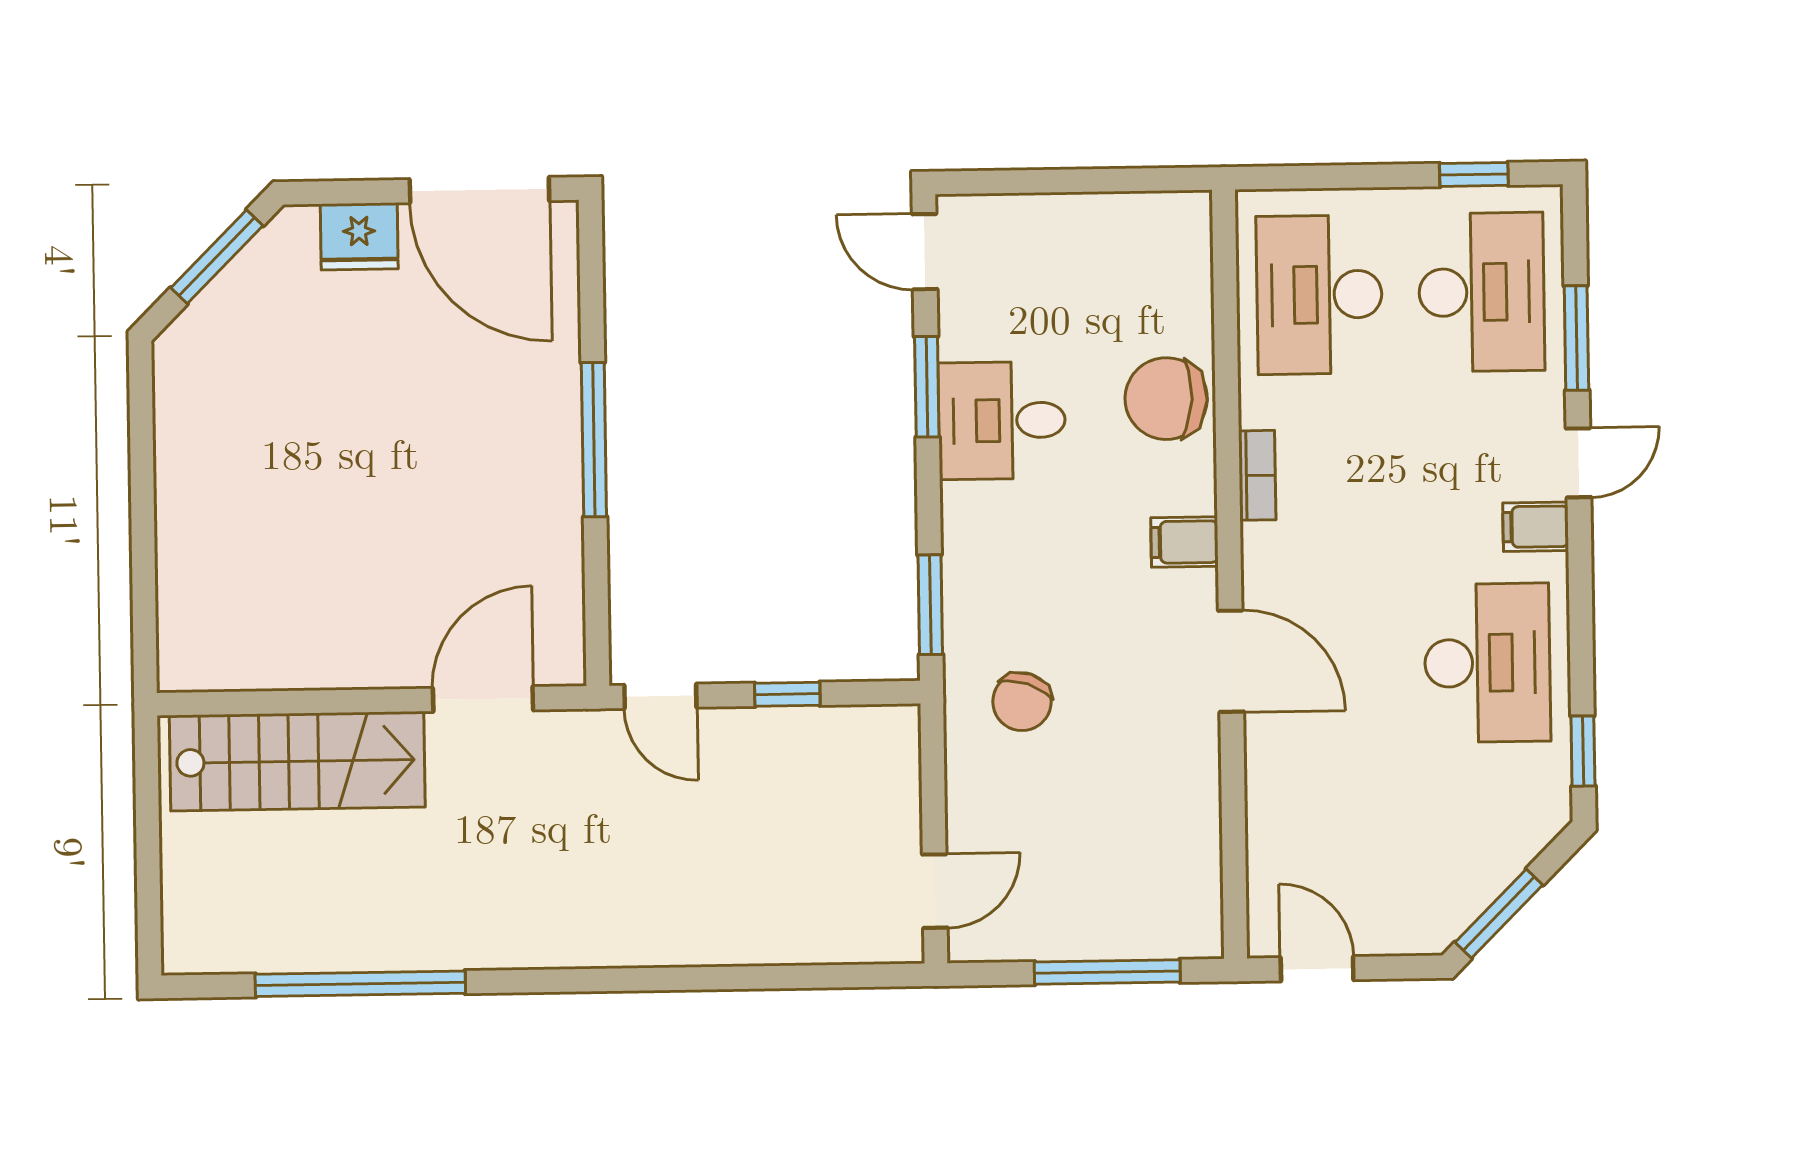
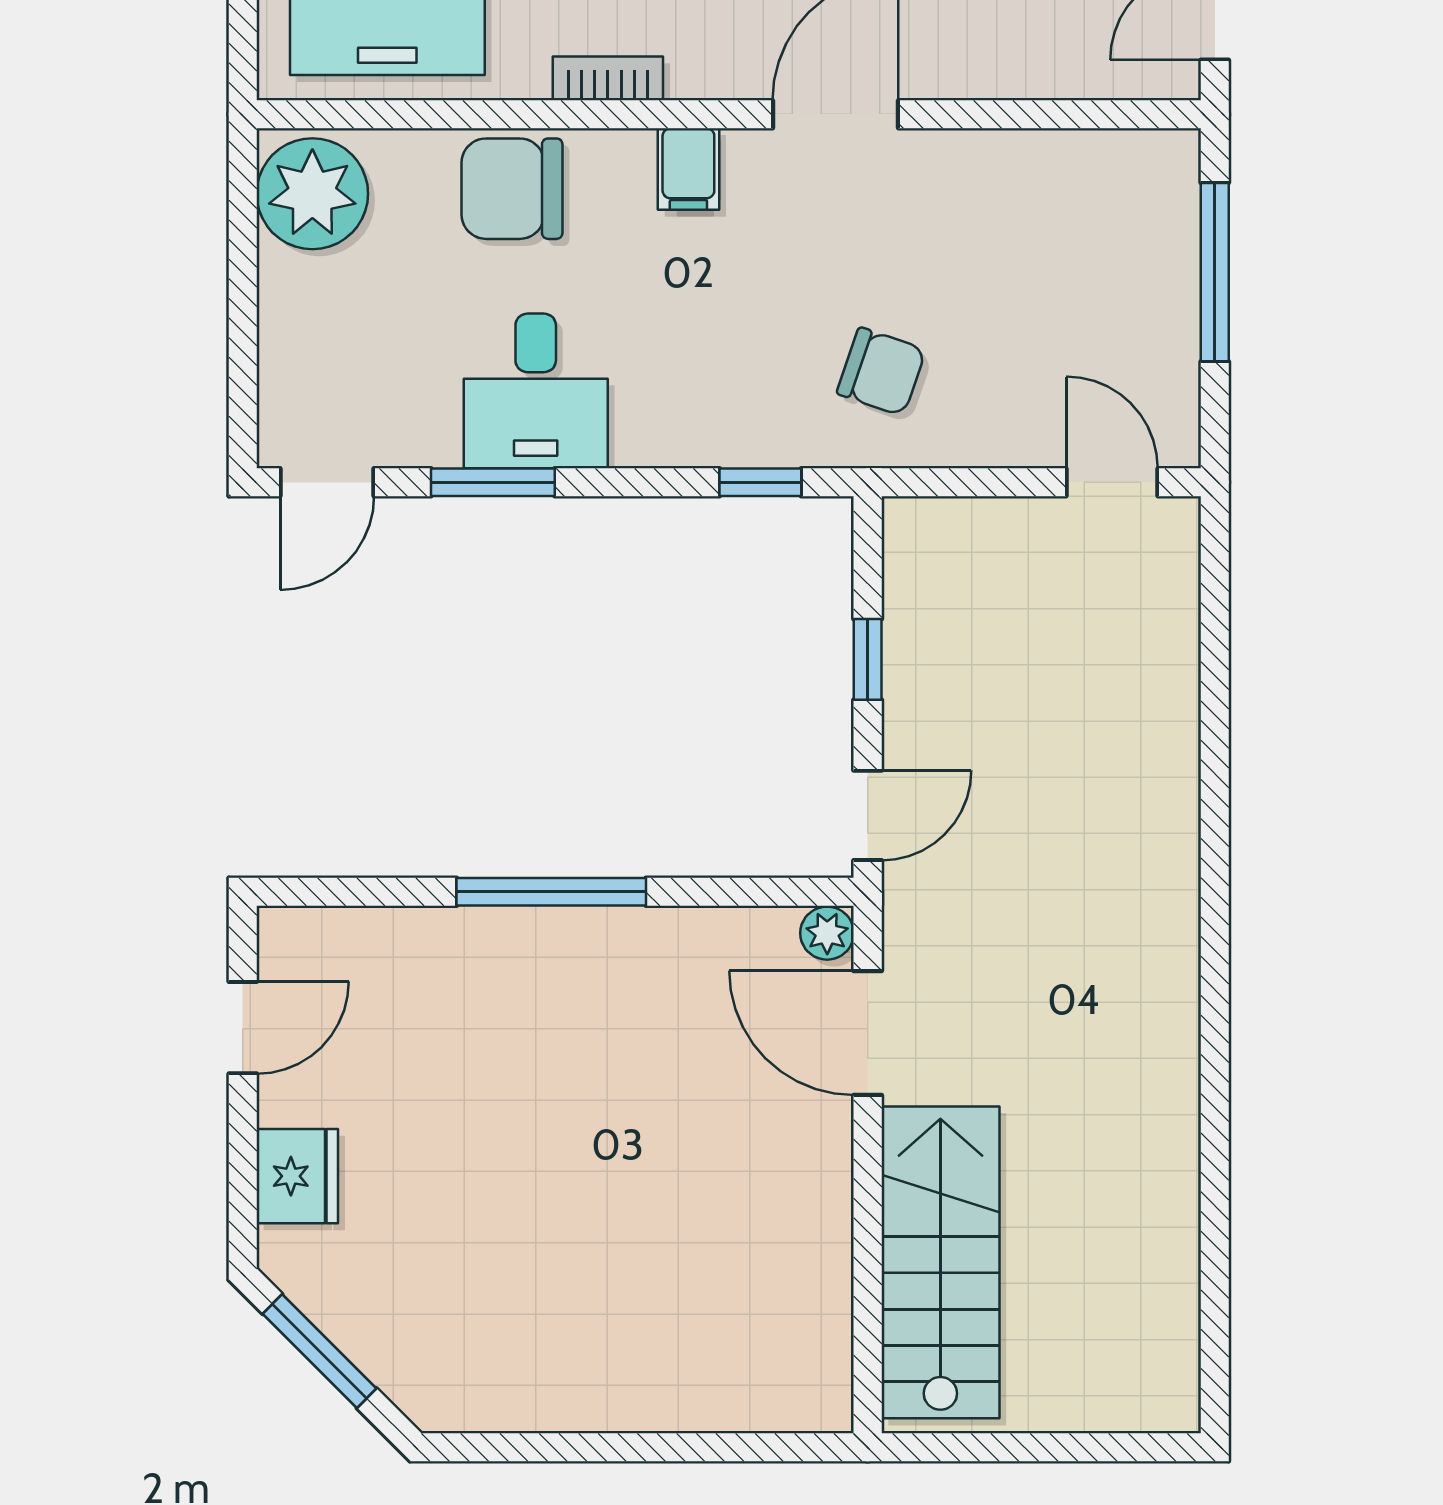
door: (479, 190) -> (243, 1028), width x0.53
plant: (1160, 236) -> (312, 194), added
chair: (1166, 399) -> (512, 189), turned 87
window: (930, 605) -> (760, 482), width x0.67
plant: (564, 665) -> (827, 933), added
window: (360, 984) -> (1215, 1189), removed

